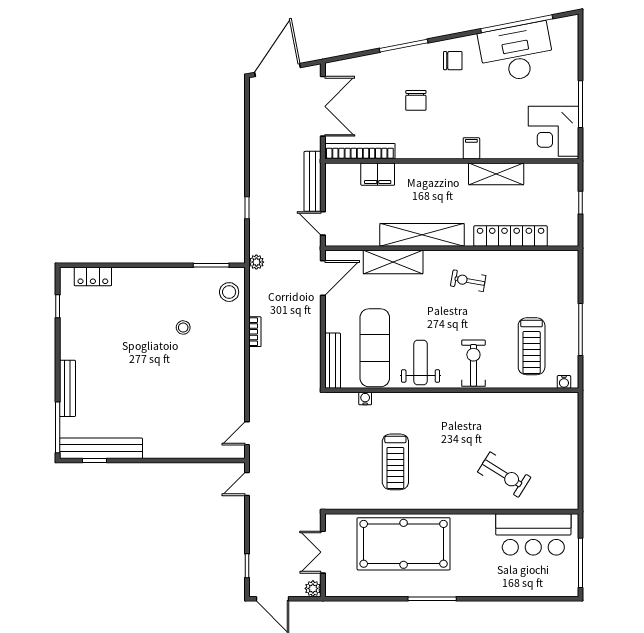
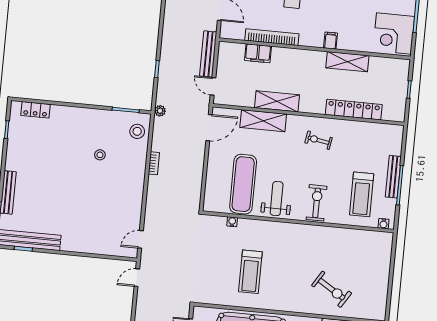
bookcase: (360, 151) -> (272, 37), moved
shelving: (422, 235) -> (277, 101), width x0.68
bench: (333, 361) -> (393, 177), moved

